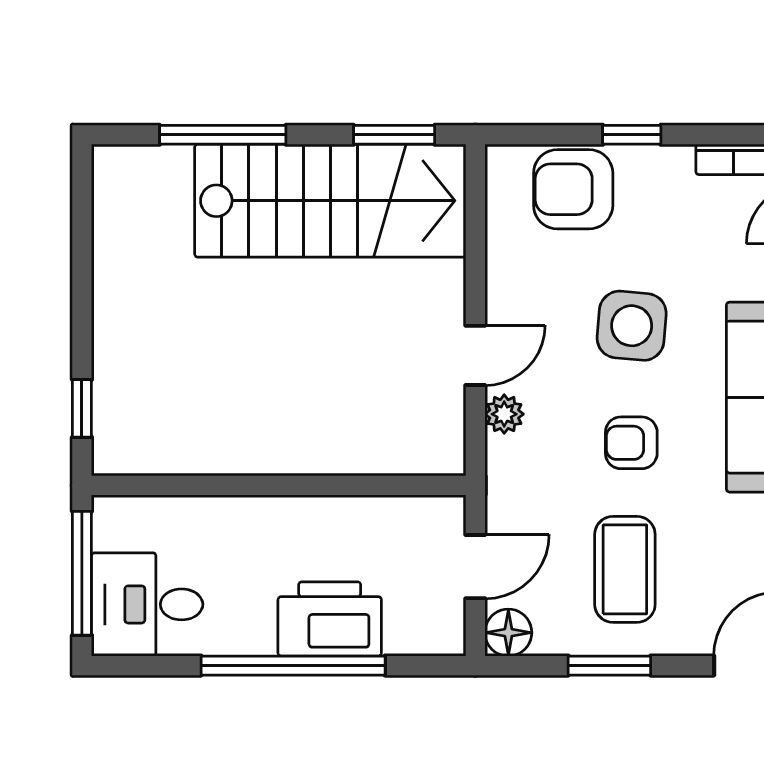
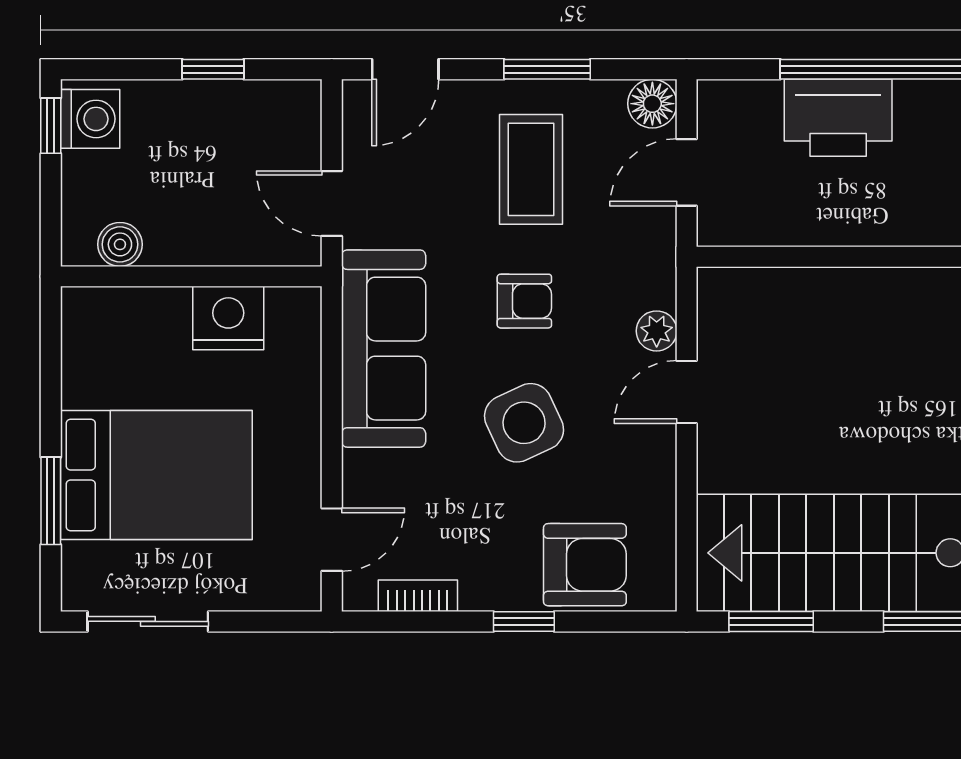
side table: (632, 326) -> (524, 423), turned -30

